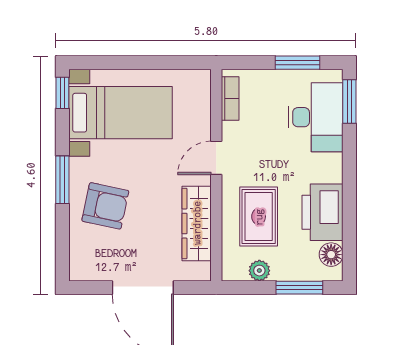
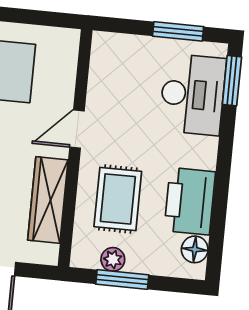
bookcase: (230, 98) -> (99, 64), removed
window: (299, 288) -> (122, 279), moved

